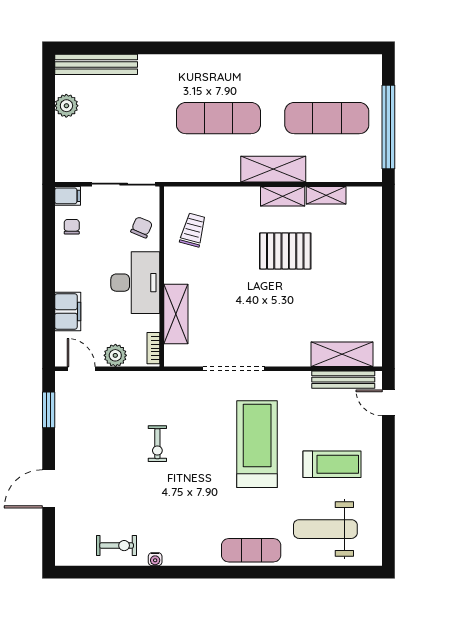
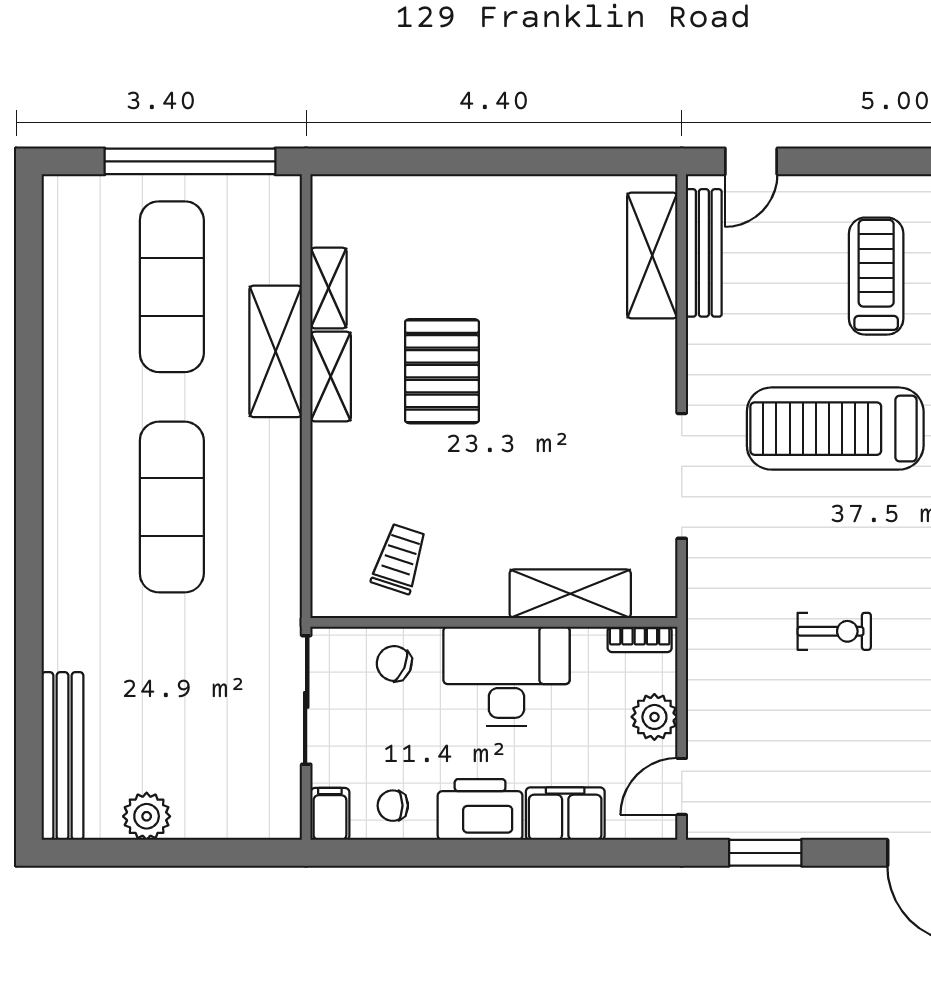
shelving: (273, 169) -> (276, 351), moved
trolley: (193, 230) -> (399, 559), turned 93
printer: (70, 270) -> (480, 809), added

